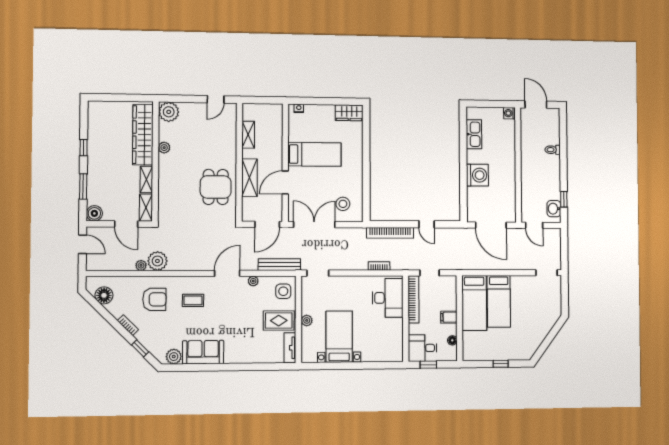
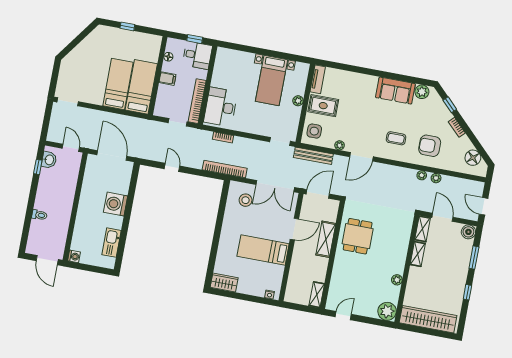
wardrobe: (143, 135) -> (428, 319), moved, turned -90
shelving: (248, 135) -> (317, 295), moved
bookcase: (390, 233) -> (225, 169), moved
plant: (157, 261) -> (422, 175), width x0.53, depth x0.53

